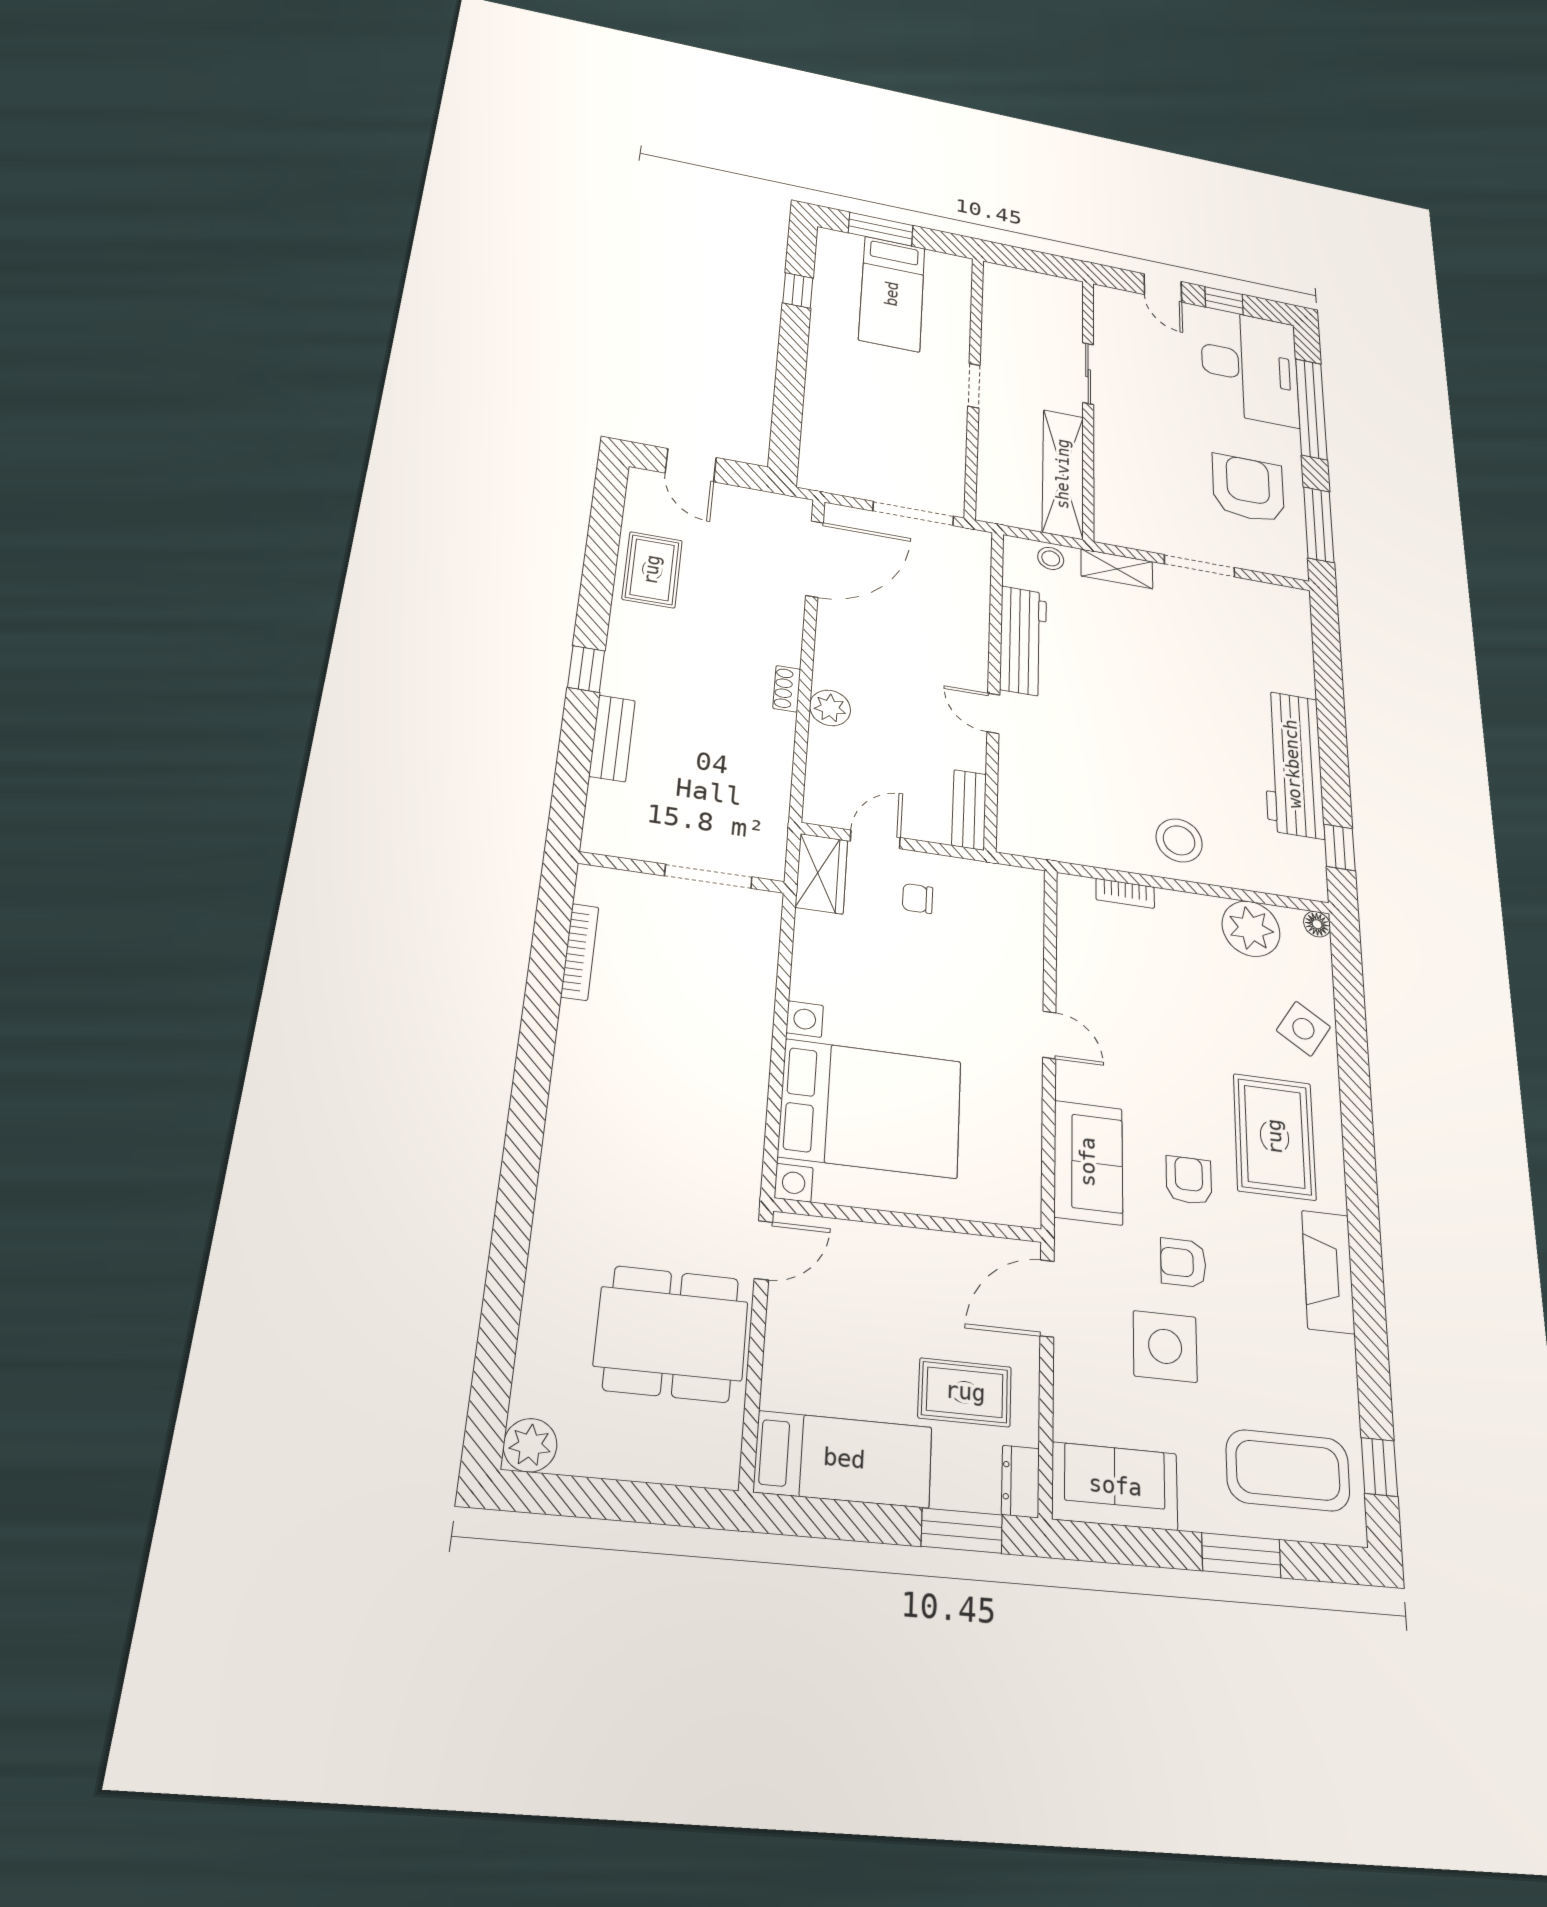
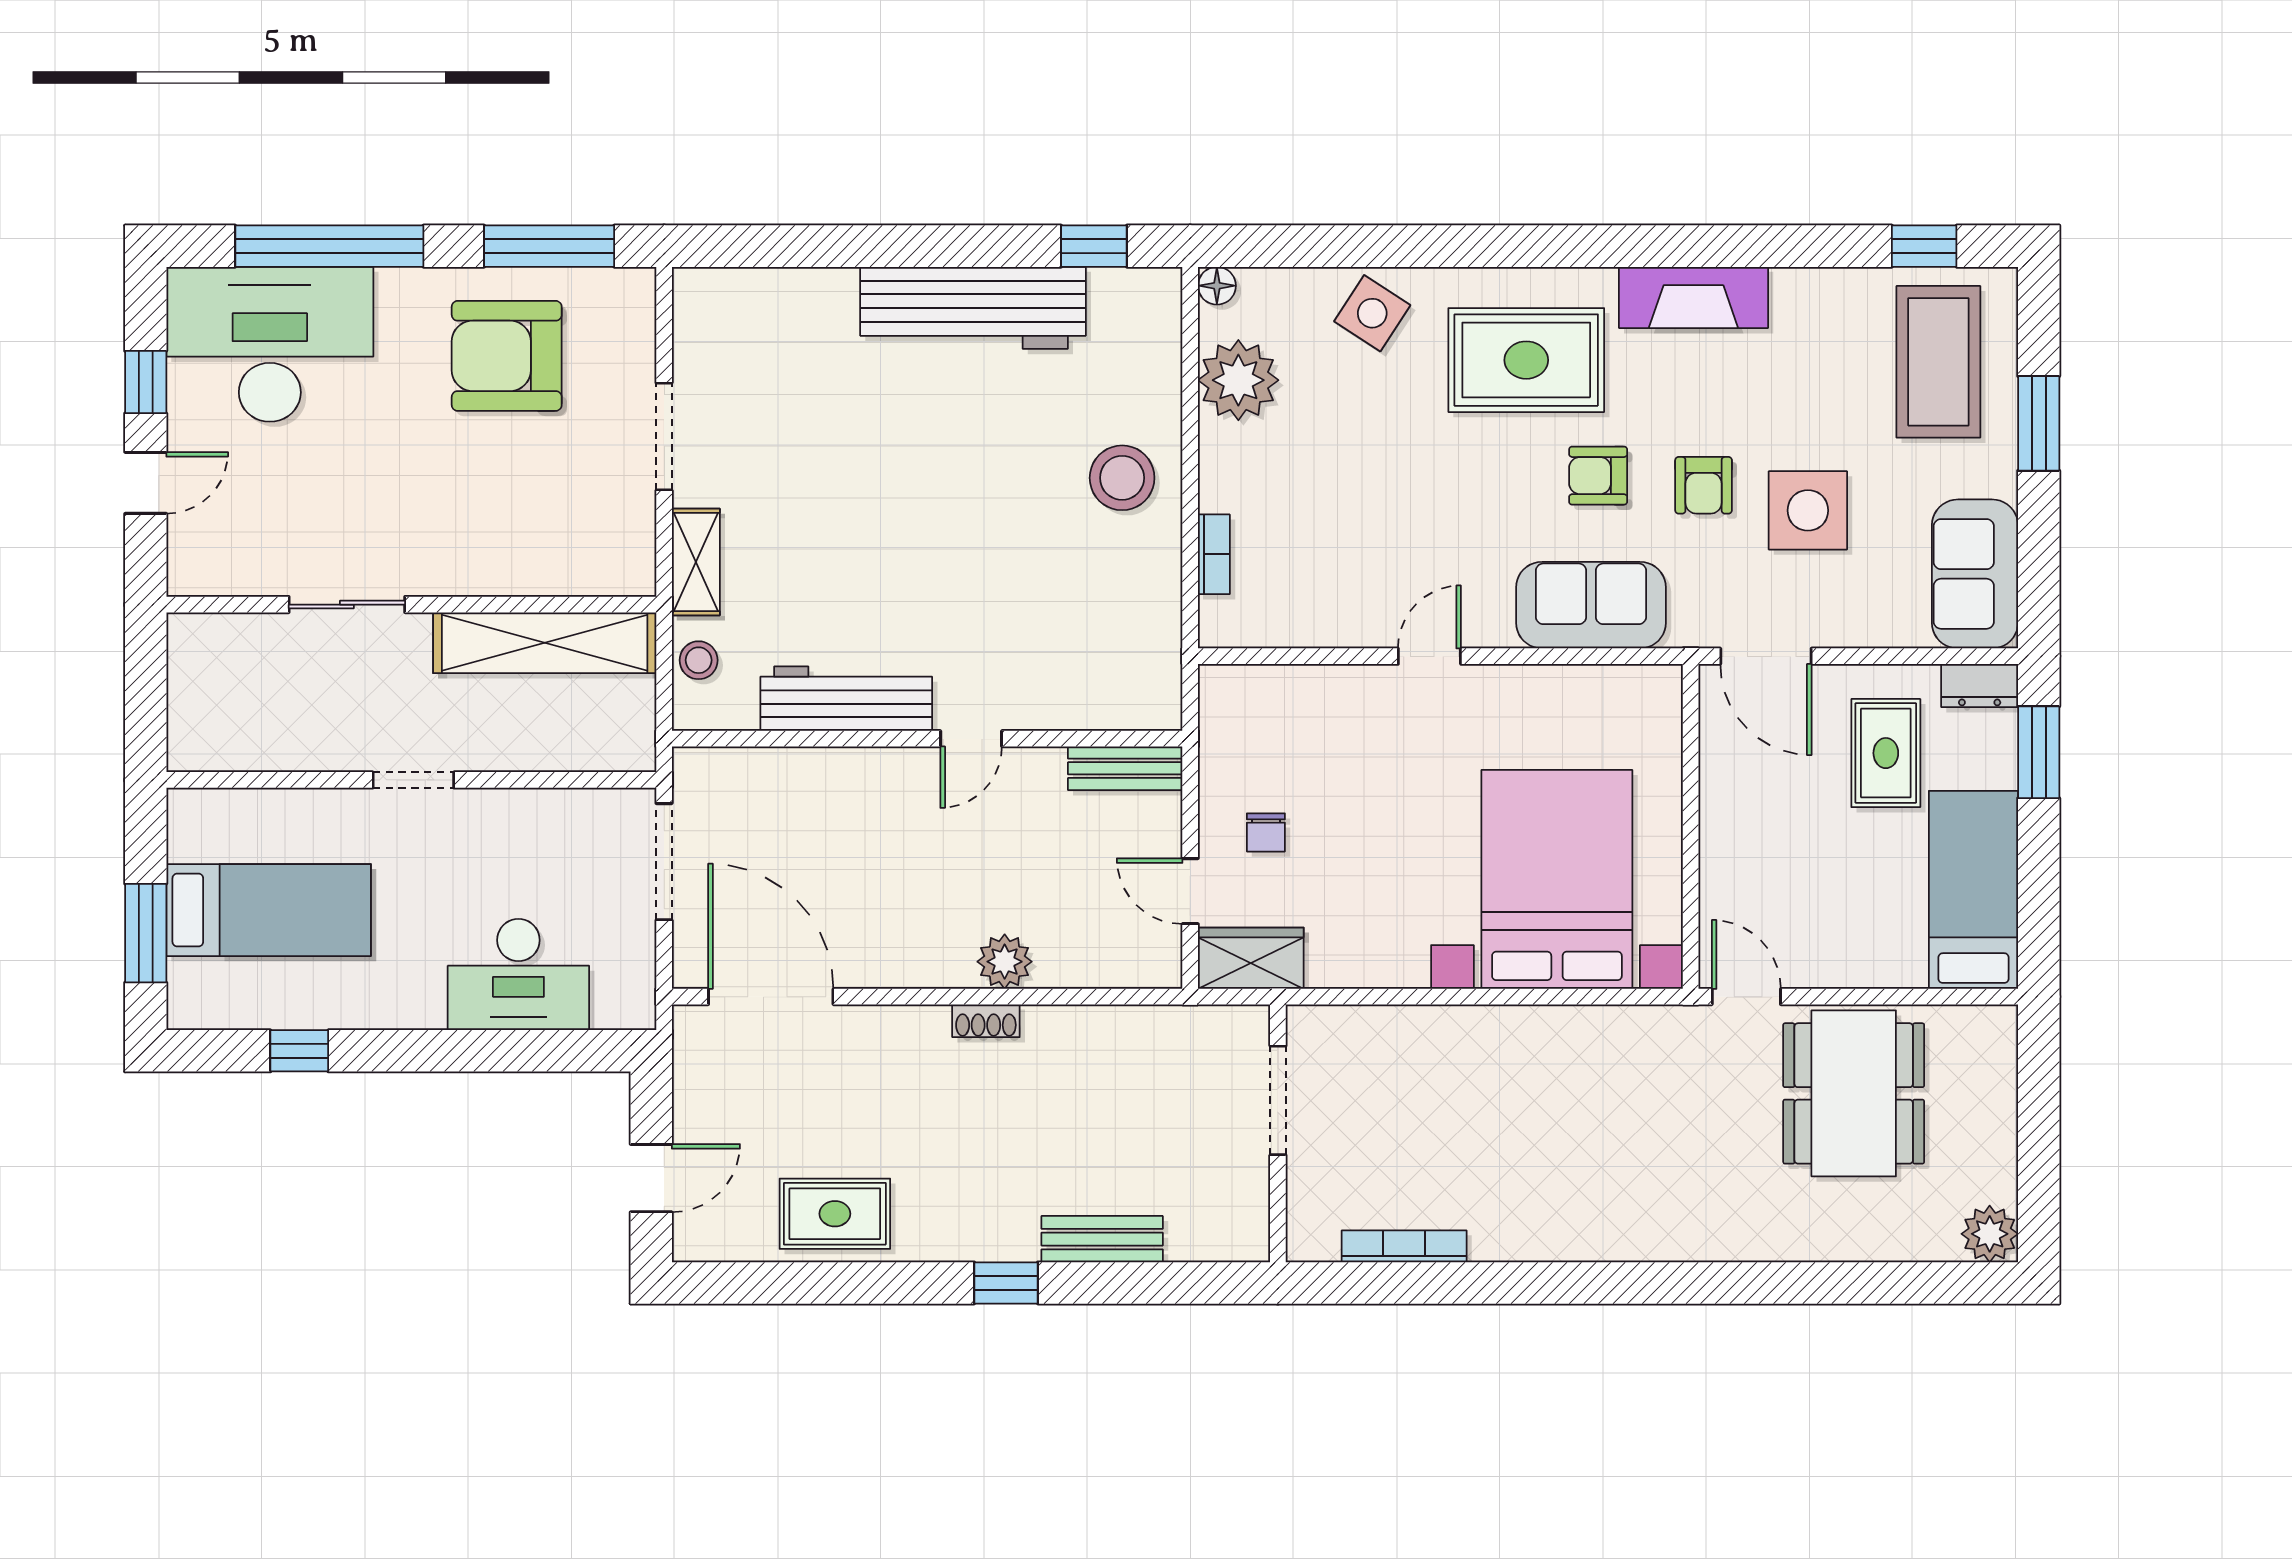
desk: (840, 417) -> (518, 975), added

